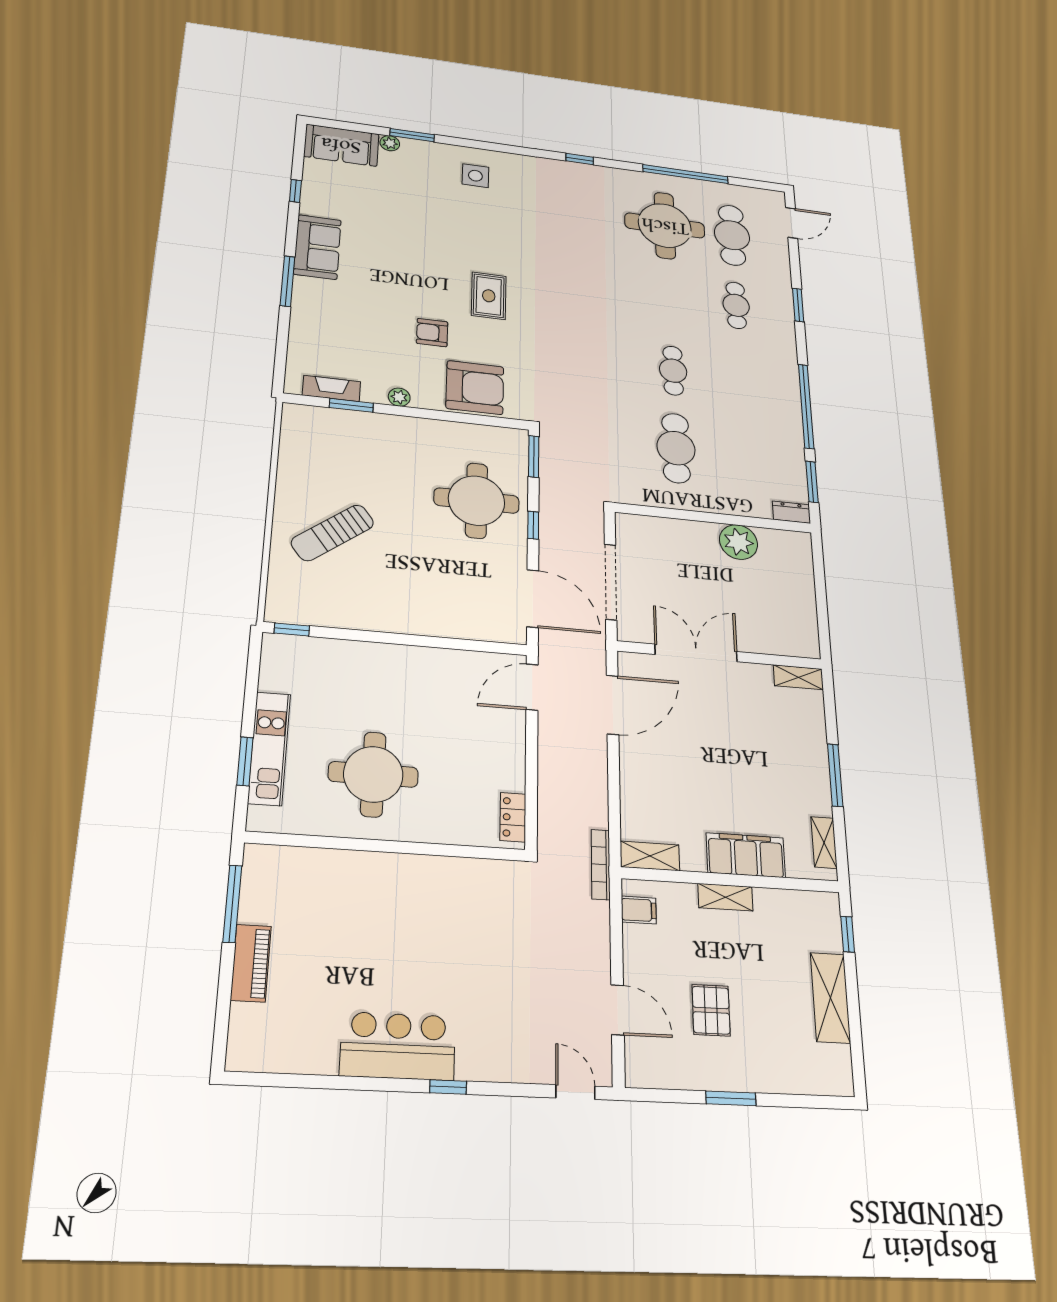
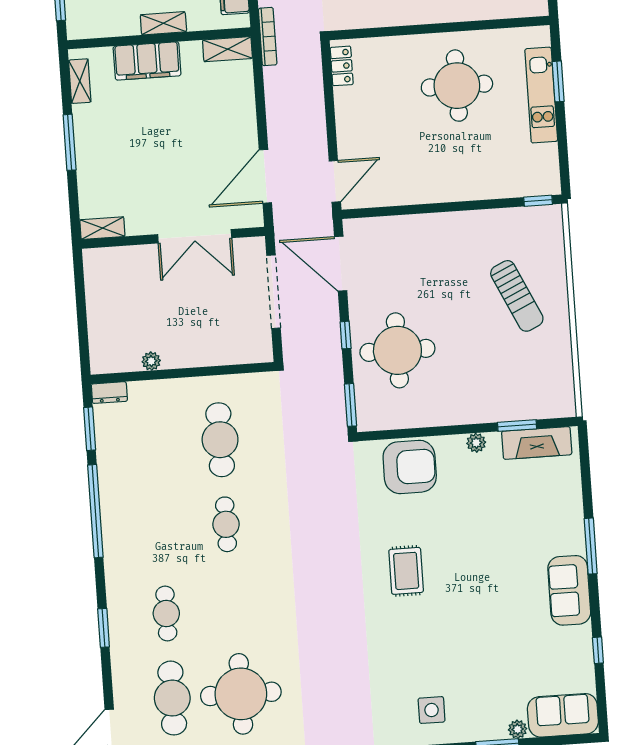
armchair: (432, 333) -> (454, 518), removed
fireplace: (331, 388) -> (537, 443), width x1.37, depth x1.32
armchair: (475, 388) -> (410, 467), turned 180
sun lounger: (333, 533) -> (517, 296), turned 102
plant: (739, 542) -> (151, 361), width x0.53, depth x0.53

